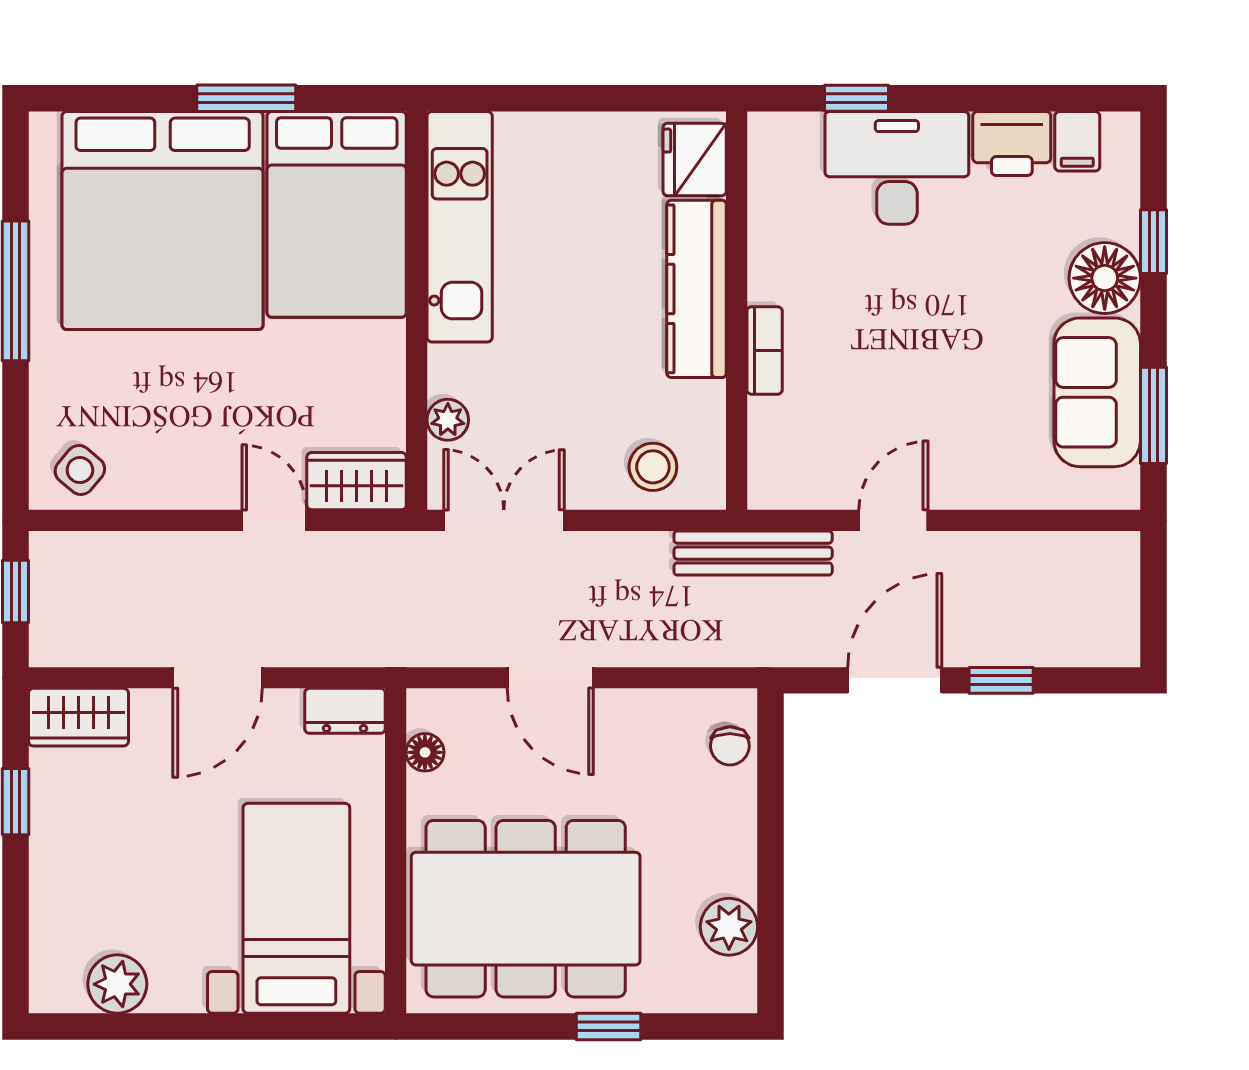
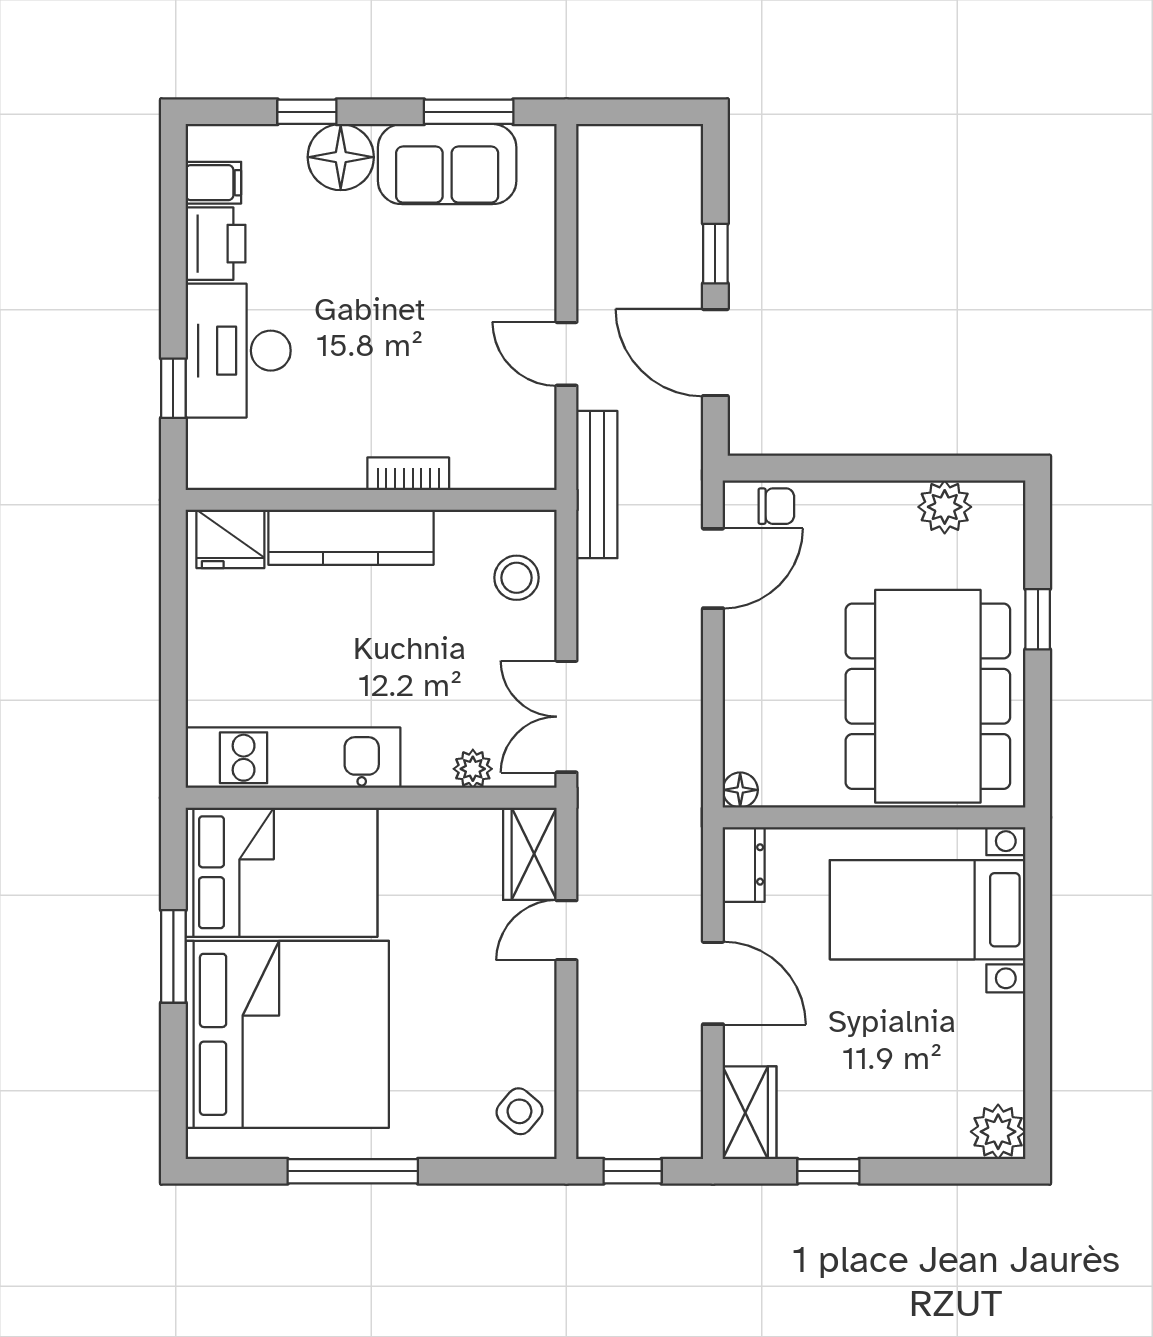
door: (550, 678) -> (713, 568), moved
floor lamp: (425, 752) -> (740, 790), moved
plant: (117, 984) -> (998, 1132), moved

